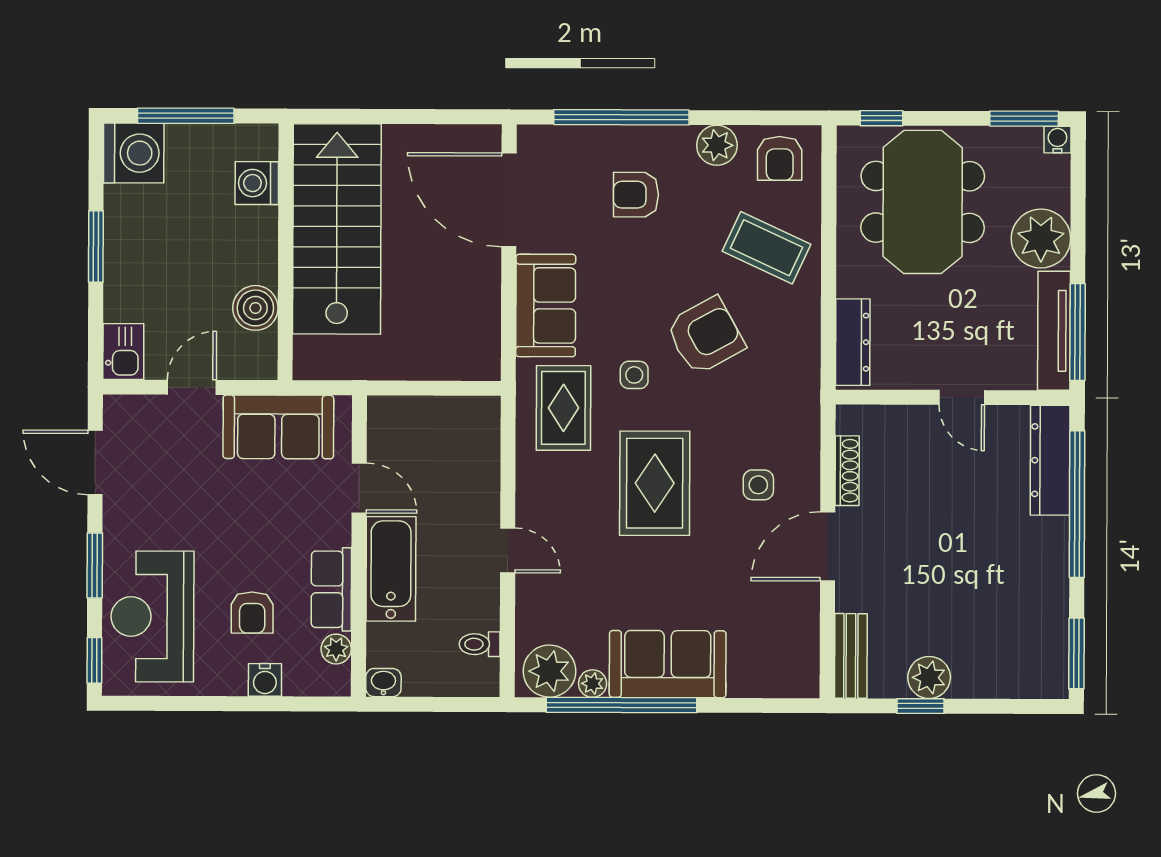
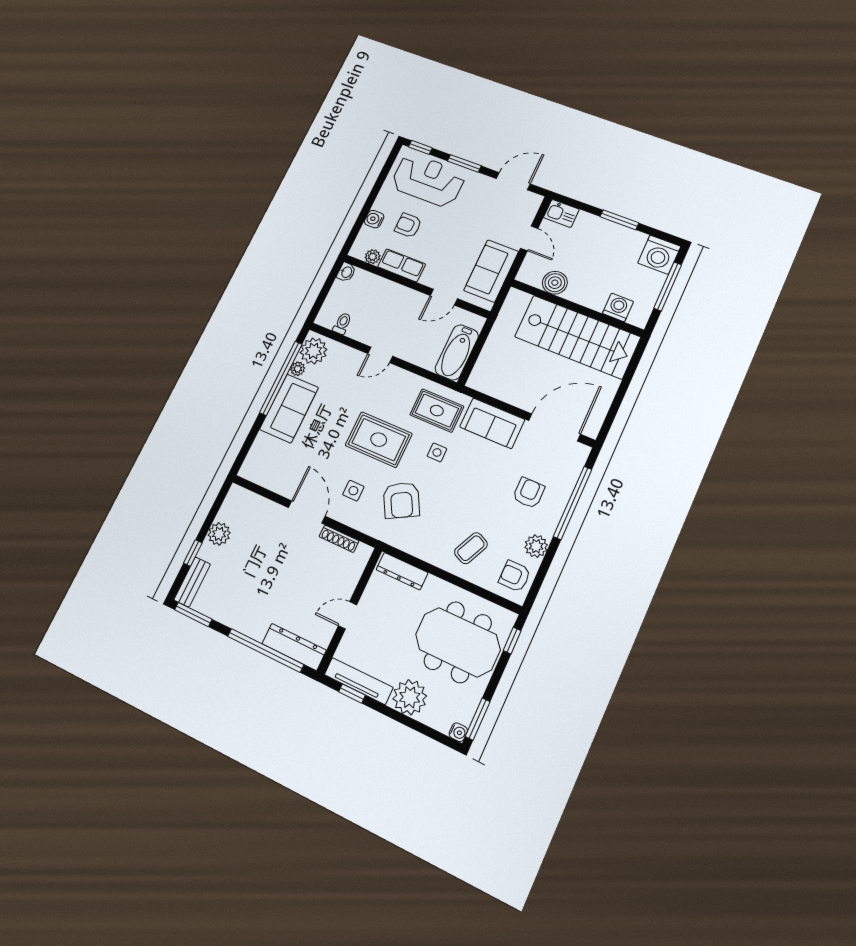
coffee table: (766, 248) -> (471, 548), width x0.73, depth x0.77
window: (1078, 332) -> (352, 694), width x0.46
armchair: (705, 336) -> (401, 500), moved
bathtub: (391, 569) -> (457, 352), moved, turned 90
bench: (851, 656) -> (192, 582), moved, turned 90
window: (920, 706) -> (193, 553), moved

